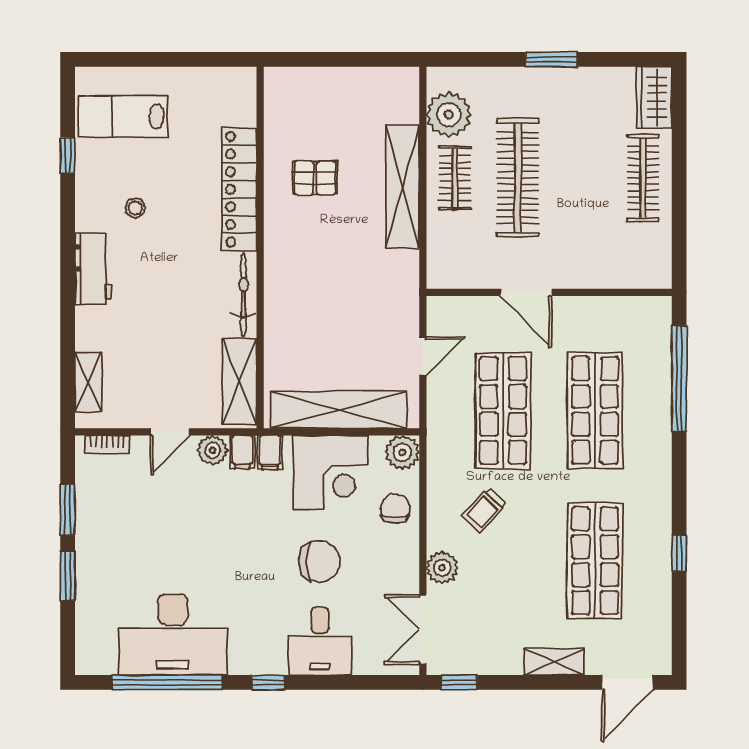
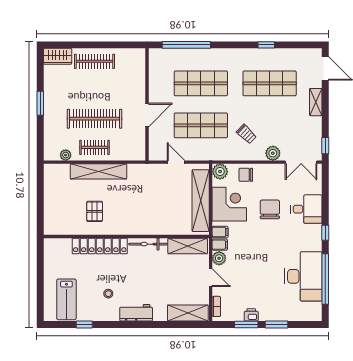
plant: (449, 115) -> (66, 155), width x0.53, depth x0.53
shelving: (88, 382) -> (188, 313), width x1.50, depth x1.33
printer: (89, 520) -> (251, 315), added

